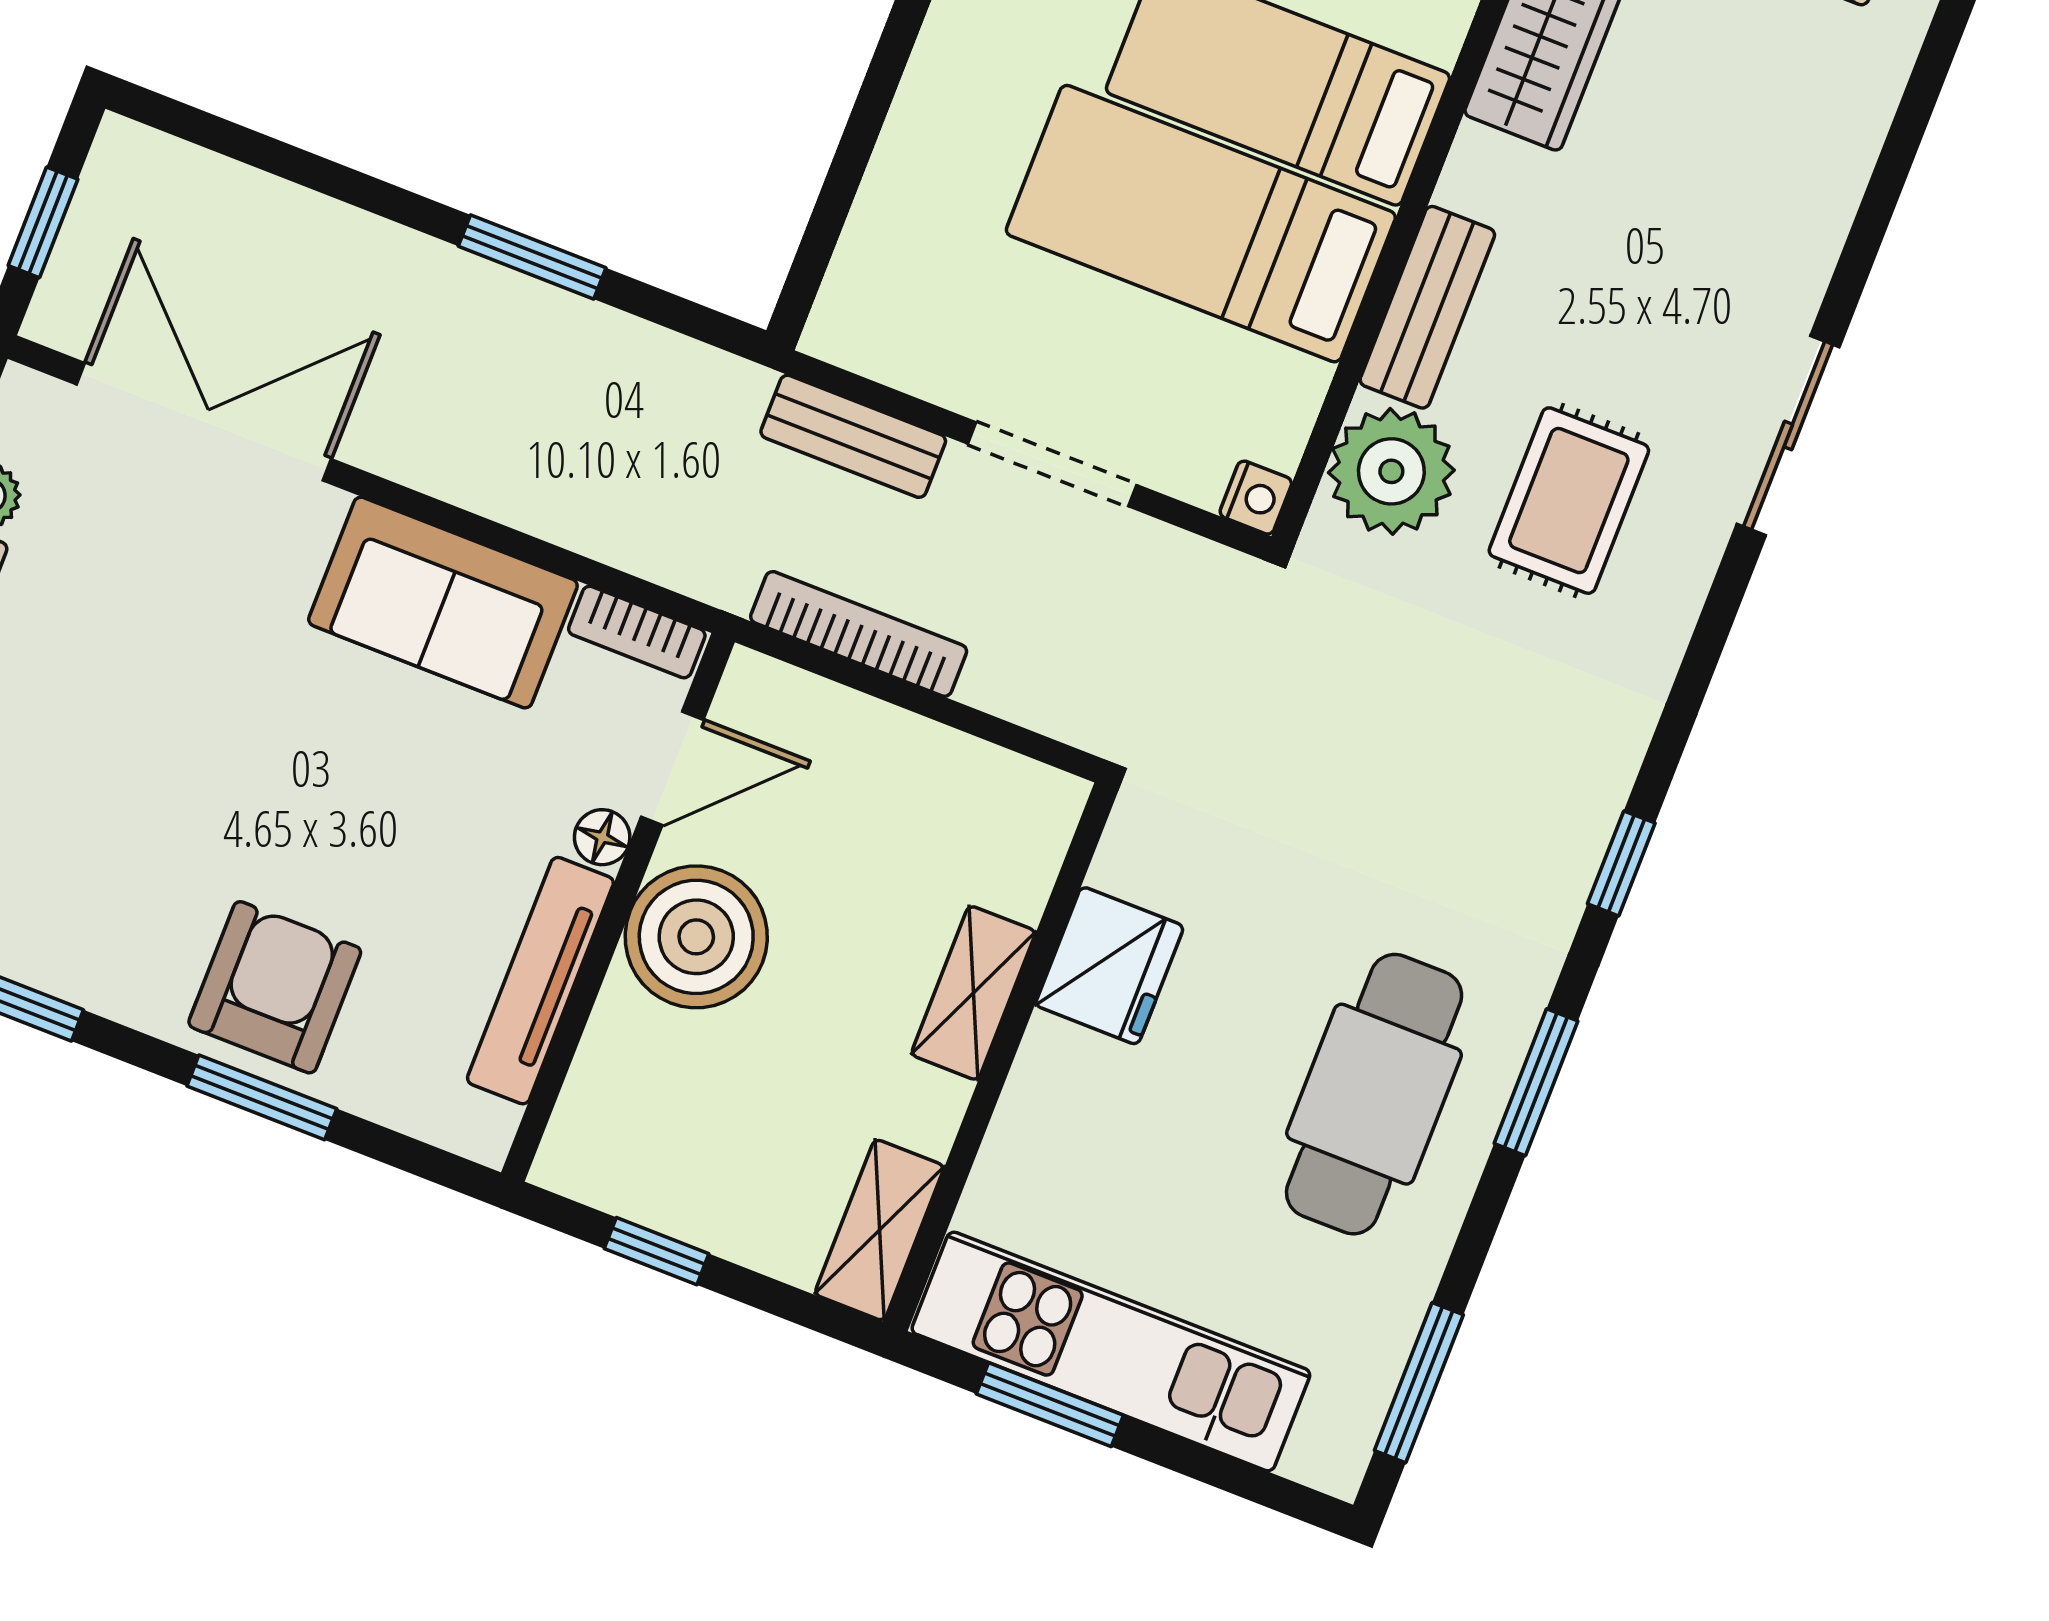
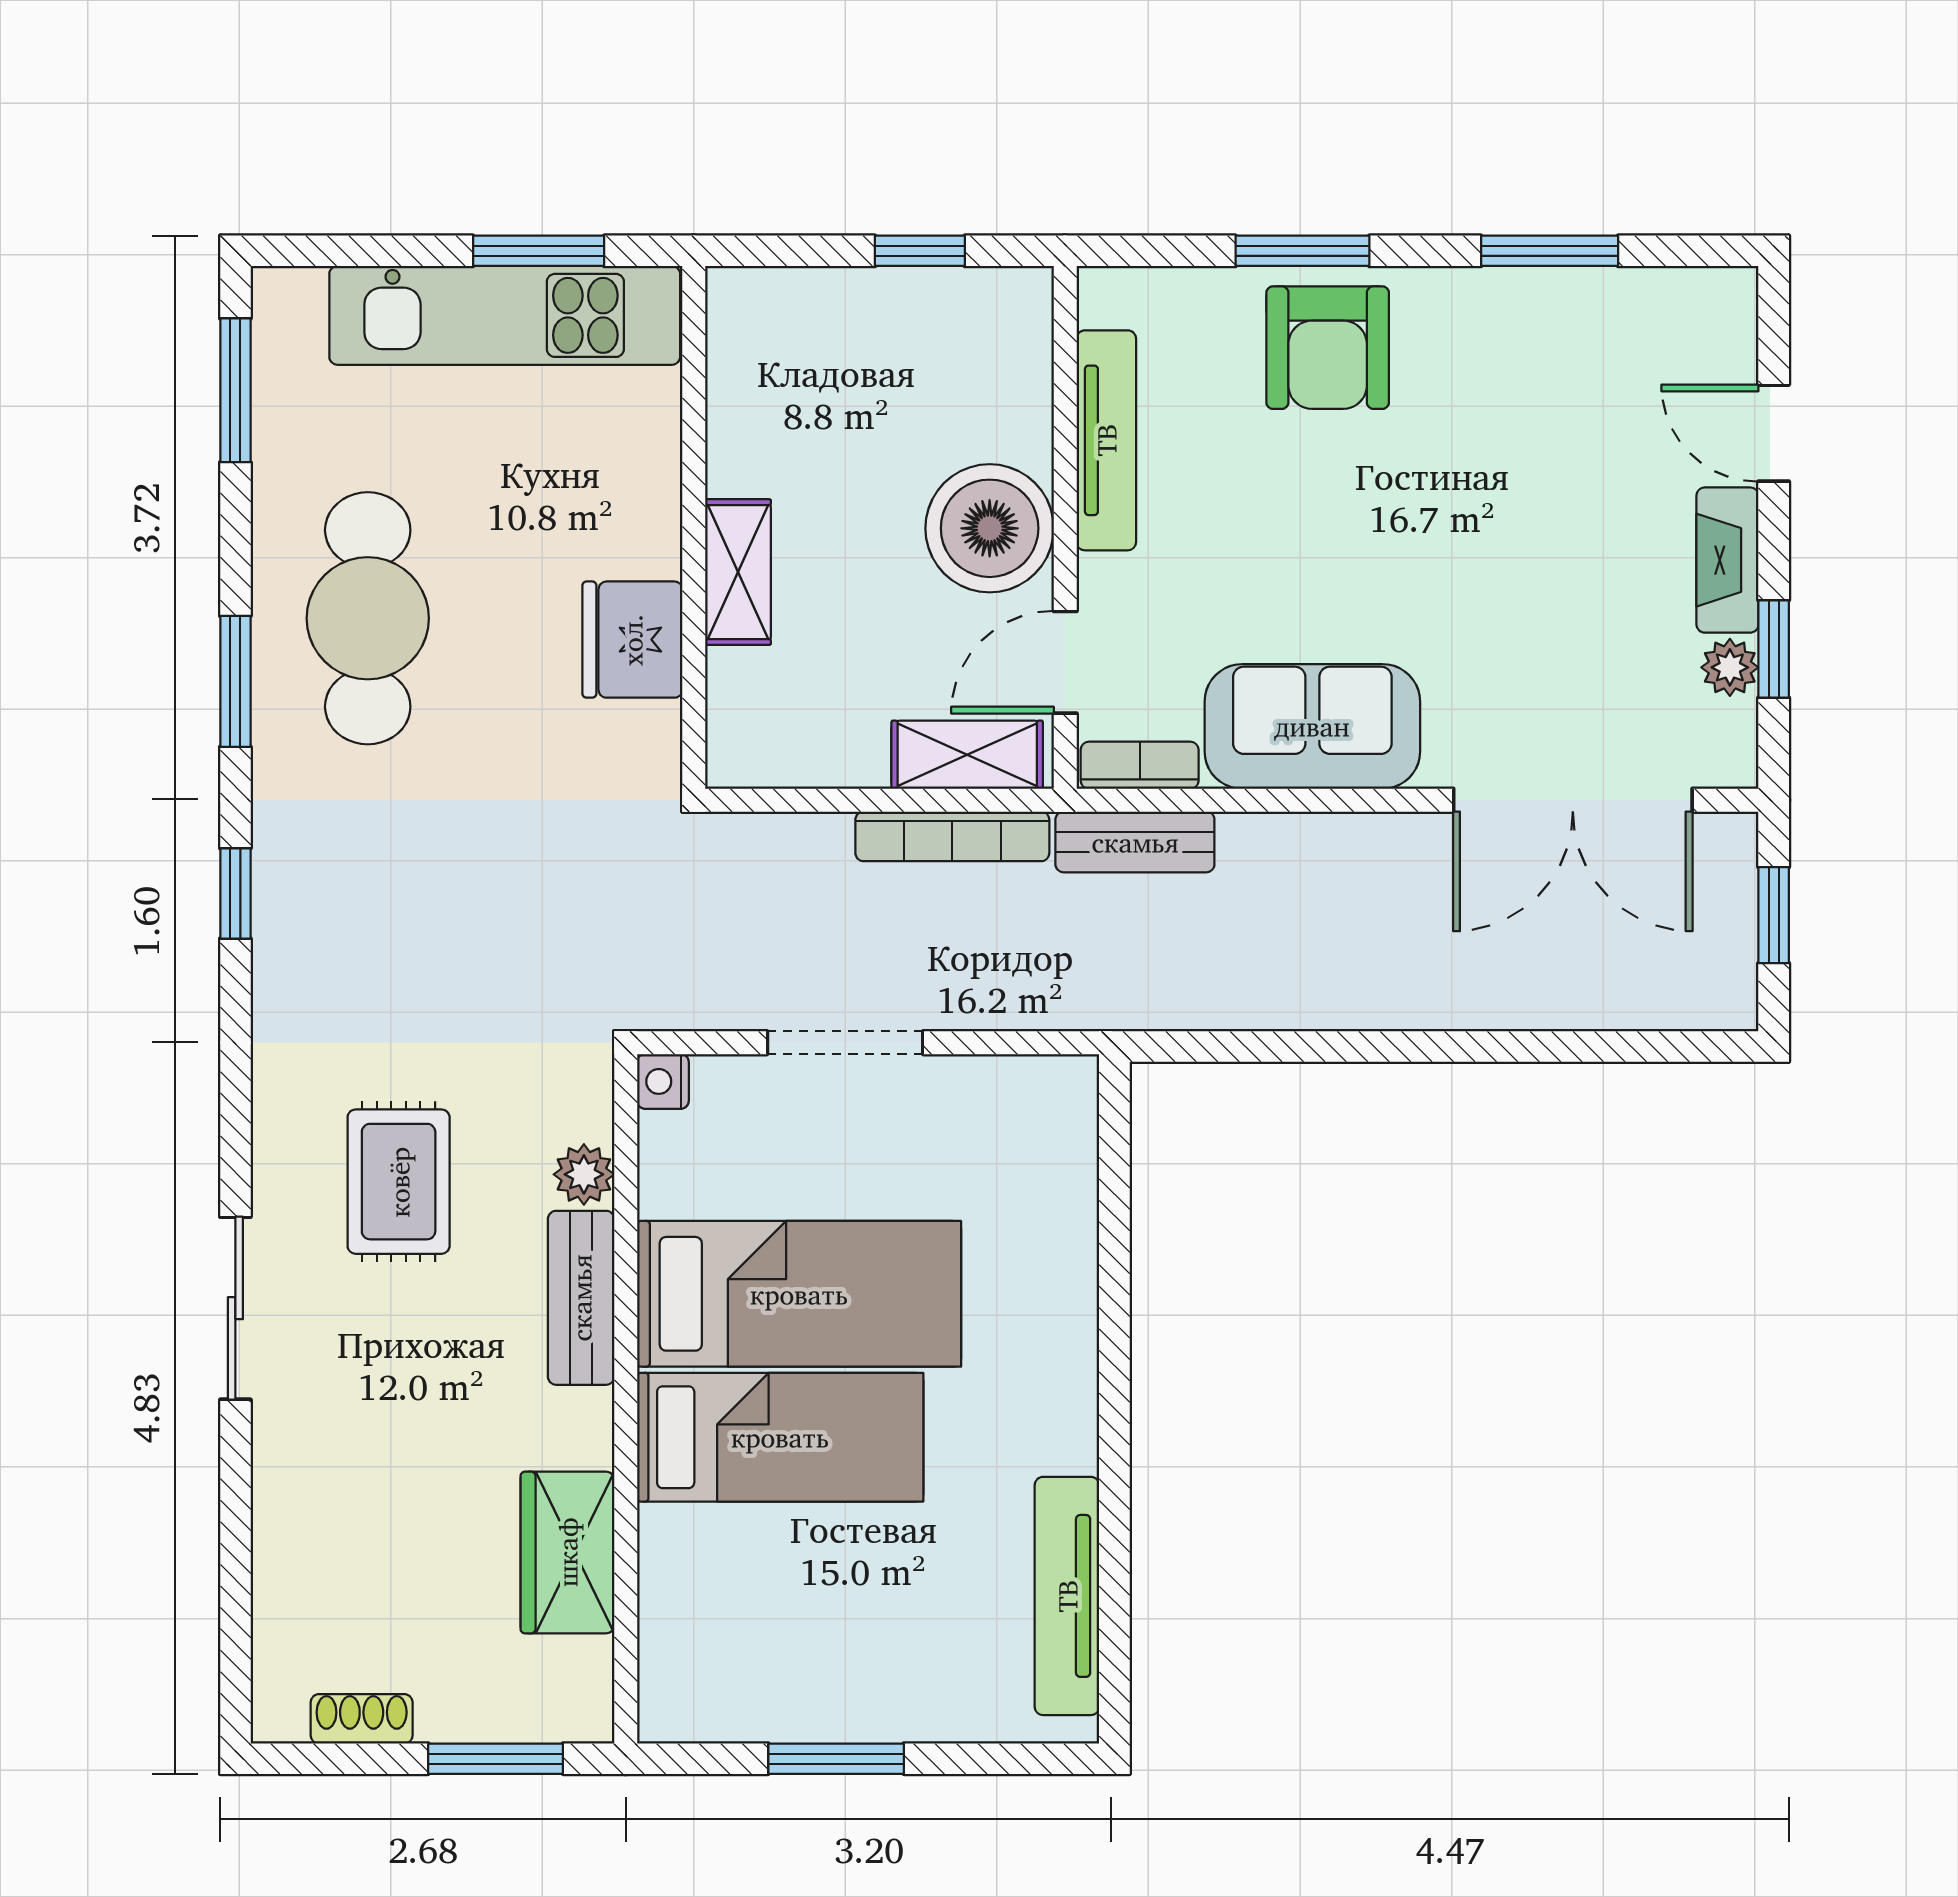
window: (532, 257) -> (1351, 1046), removed
bench: (853, 436) -> (1135, 842), moved
plant: (1391, 471) -> (584, 1174), width x0.53, depth x0.53
floor lamp: (602, 837) -> (1101, 581), removed
shelving: (879, 1230) -> (967, 755), moved, turned 90

